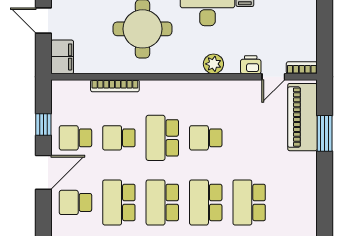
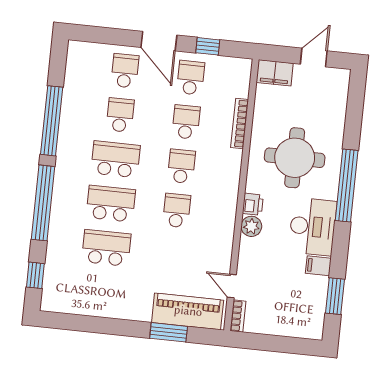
printer: (251, 65) -> (253, 204), moved
school desk: (162, 138) -> (181, 166), width x0.54
school desk: (119, 202) -> (120, 115), width x0.54

